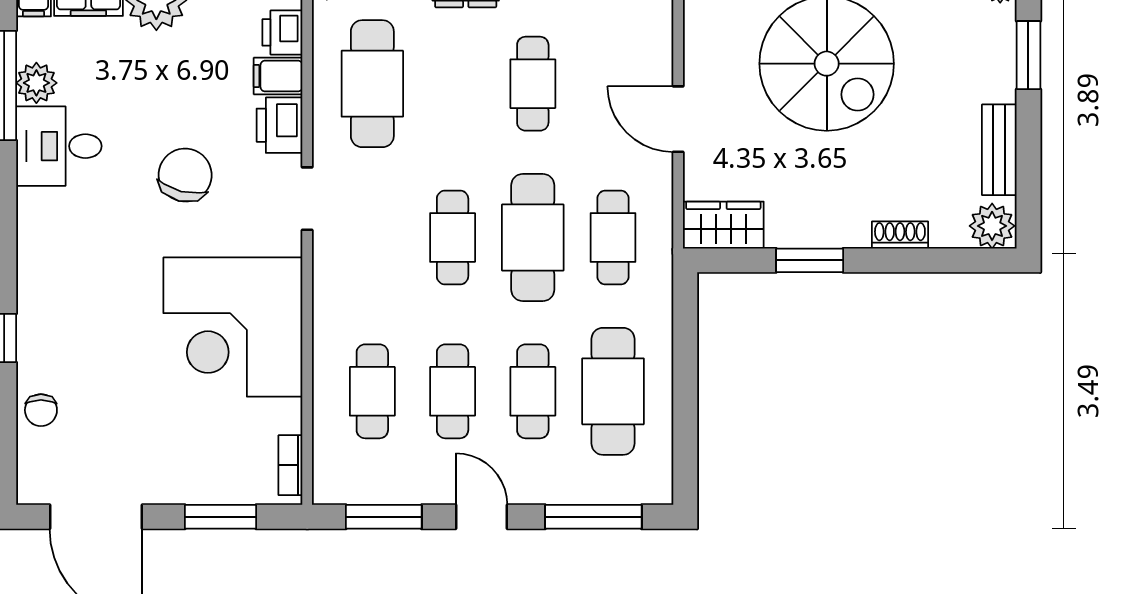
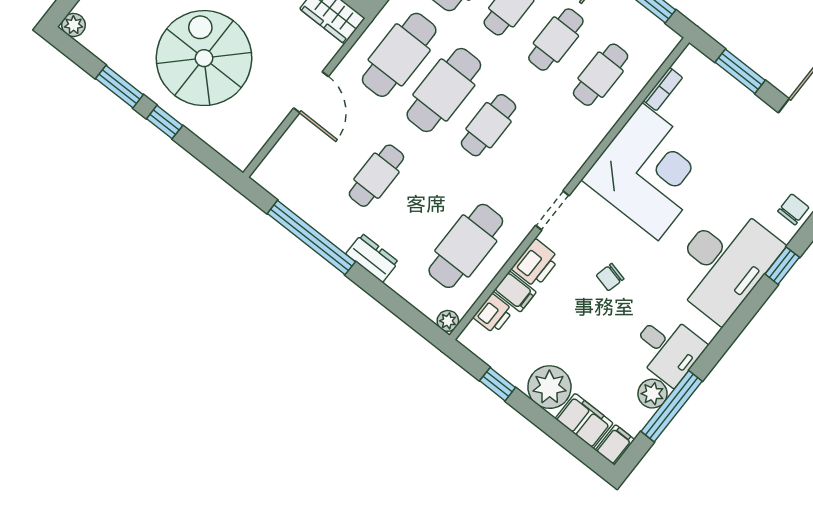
chair: (185, 175) -> (610, 277), width x0.54, depth x0.54
cafe table: (613, 237) -> (399, 55), width x1.37, depth x1.35
desk: (71, 290) -> (724, 263), added
bookcase: (290, 465) -> (663, 89), moved

